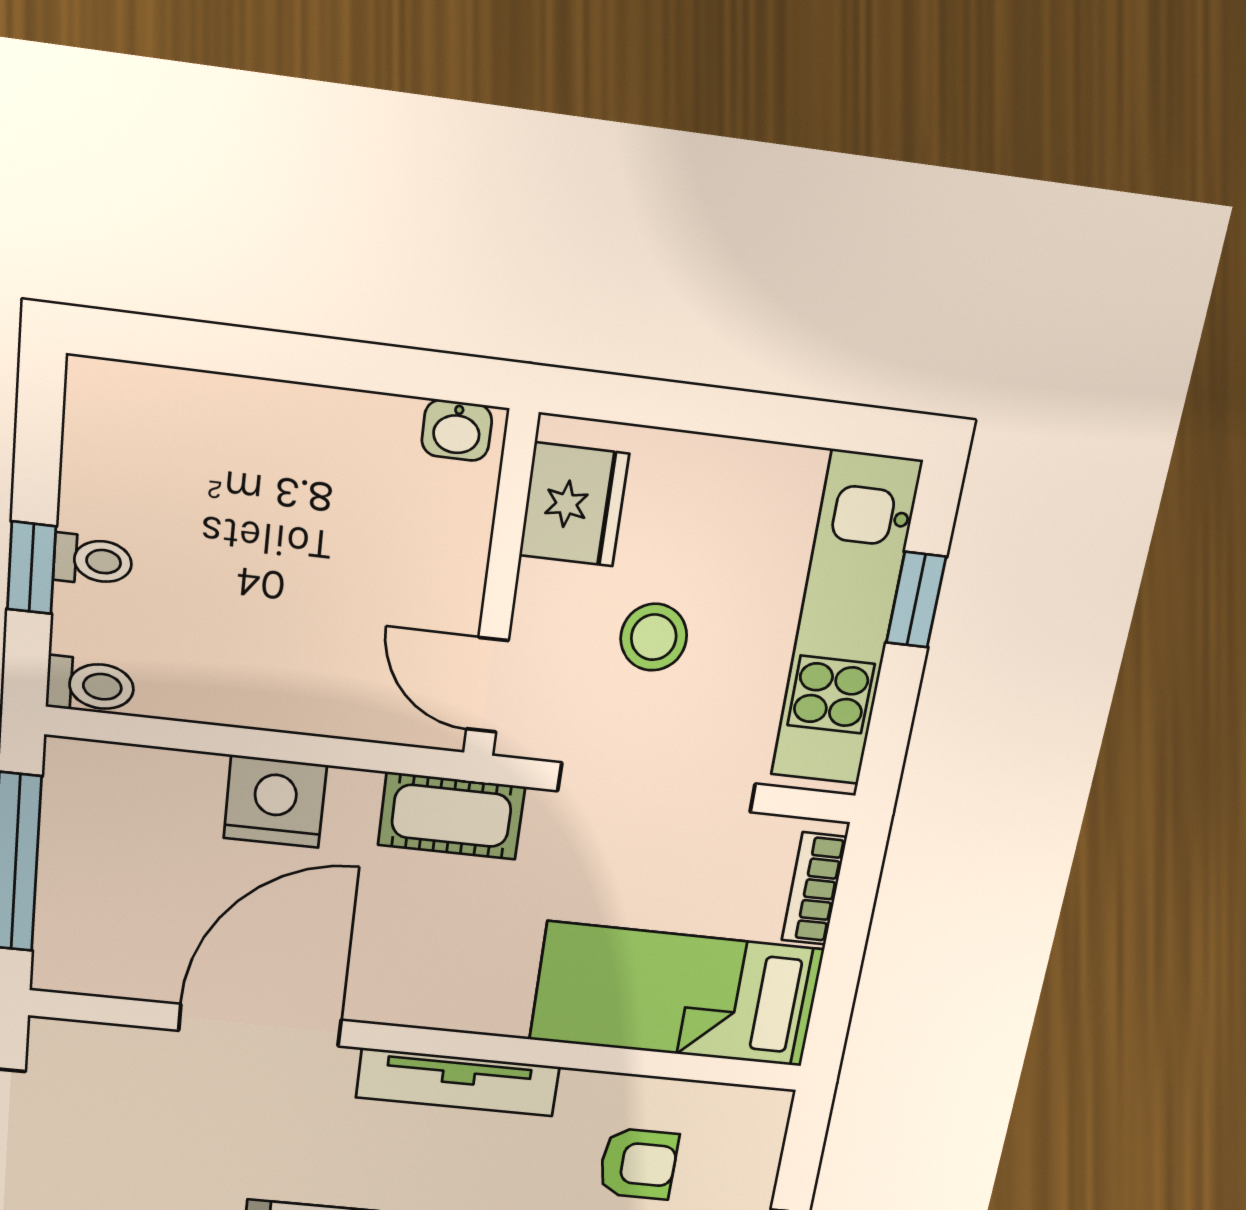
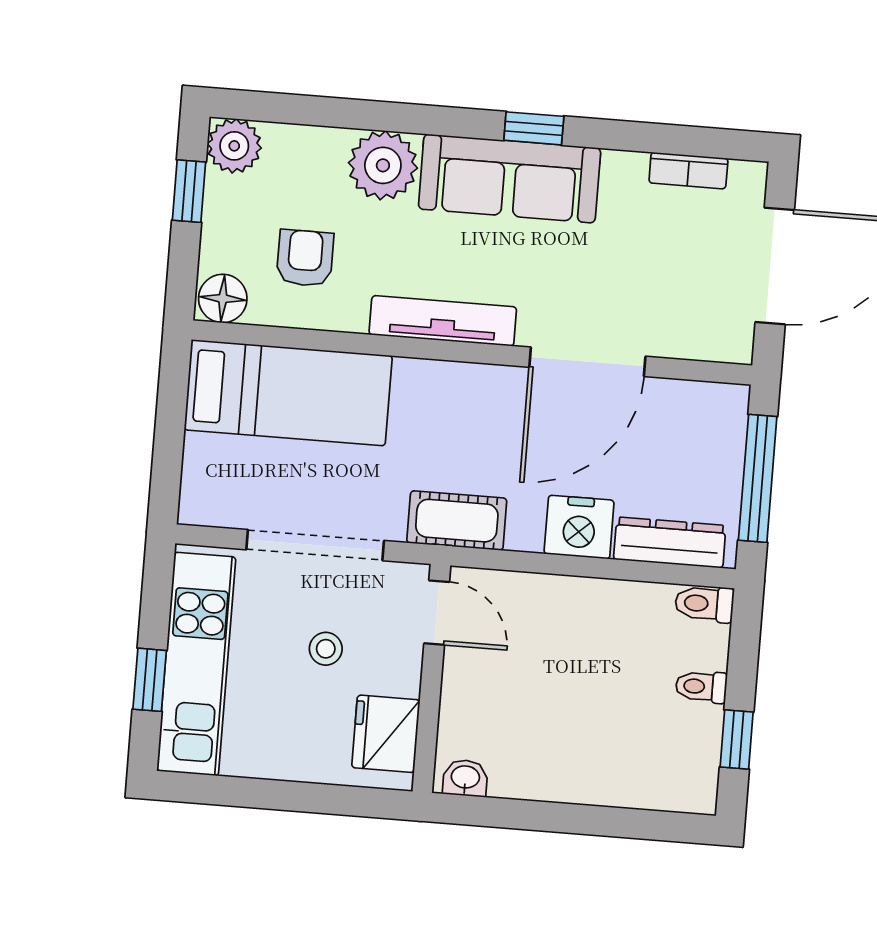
window: (31, 568) -> (737, 740), moved
stool: (654, 637) -> (326, 649), width x0.73, depth x0.73
dresser: (143, 776) -> (670, 543), added
bookcase: (814, 889) -> (197, 475), removed
floor lamp: (753, 1116) -> (223, 299), added
armchair: (638, 1164) -> (305, 258), turned 90

